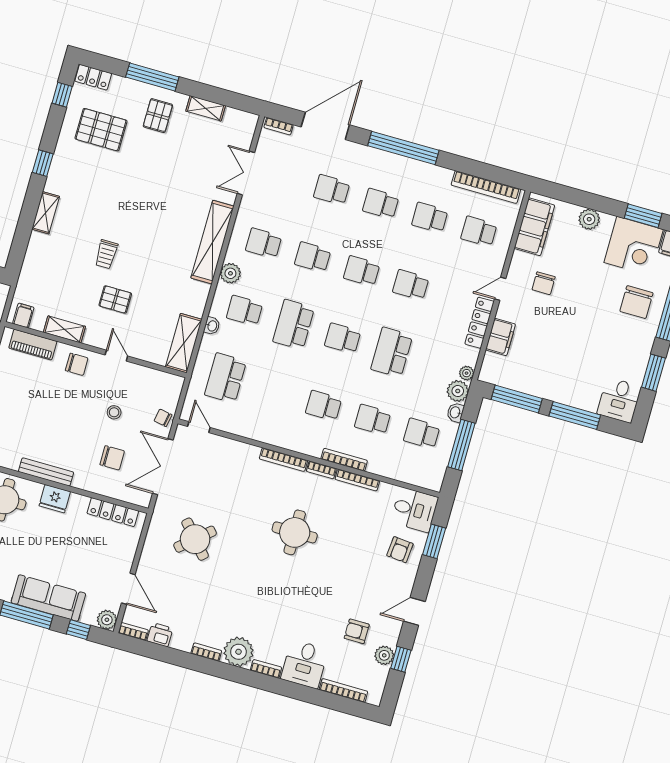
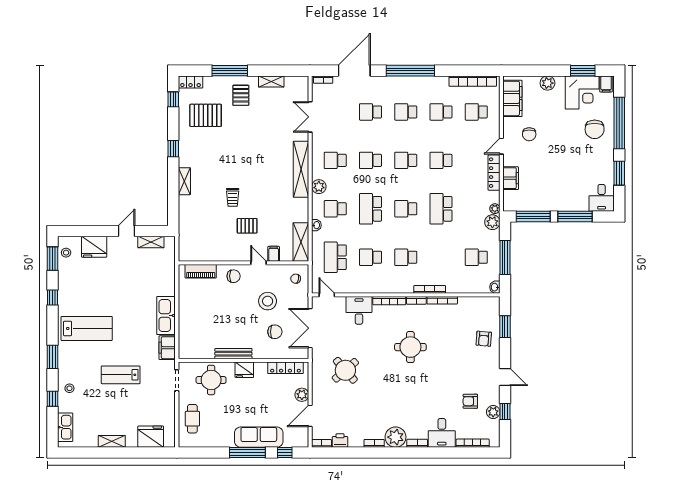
filing cabinet: (23, 316) -> (274, 254), moved
shelving: (64, 329) -> (219, 255), removed
stool: (114, 412) -> (268, 301), width x1.89, depth x1.89
washbasin: (455, 412) -> (495, 287), moved
chair: (163, 418) -> (296, 279), moved
school desk: (373, 420) -> (371, 257), moved
desk: (414, 510) -> (359, 310), moved, turned -90
door: (128, 589) -> (310, 416), swing flipped
door: (414, 611) -> (505, 377), swing flipped
plant: (107, 620) -> (302, 395), moved

